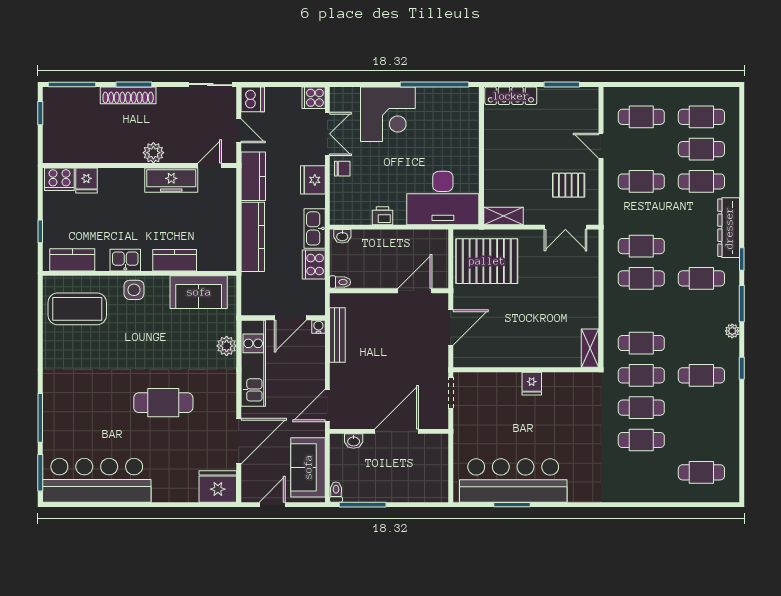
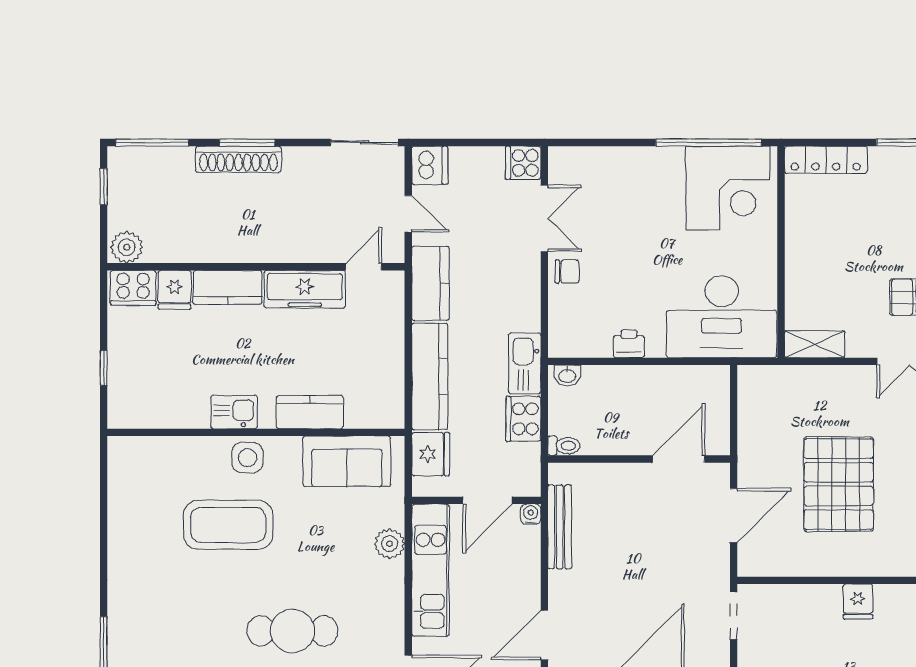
corner desk: (388, 114) -> (728, 188), moved
plant: (153, 153) -> (127, 247), moved
fridge: (313, 180) -> (431, 454), moved, turned 180
kitchen counter: (72, 260) -> (228, 287), moved, turned 180
pallet: (487, 261) -> (839, 484), moved, turned 90
coffee table: (77, 309) -> (228, 525), moved

